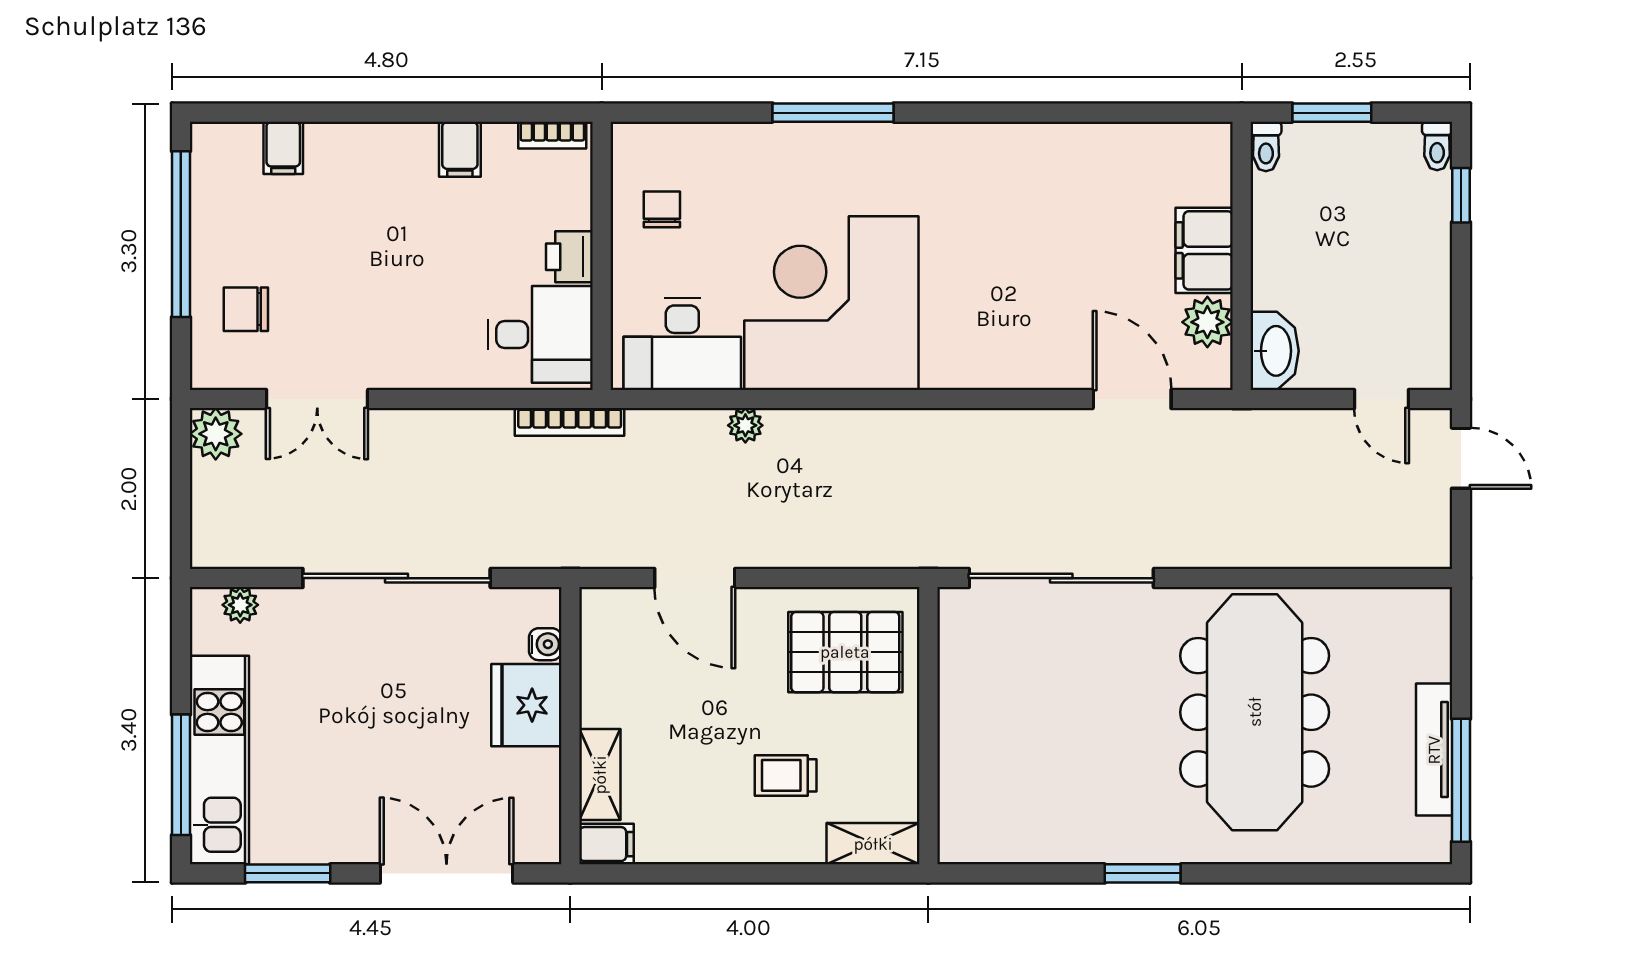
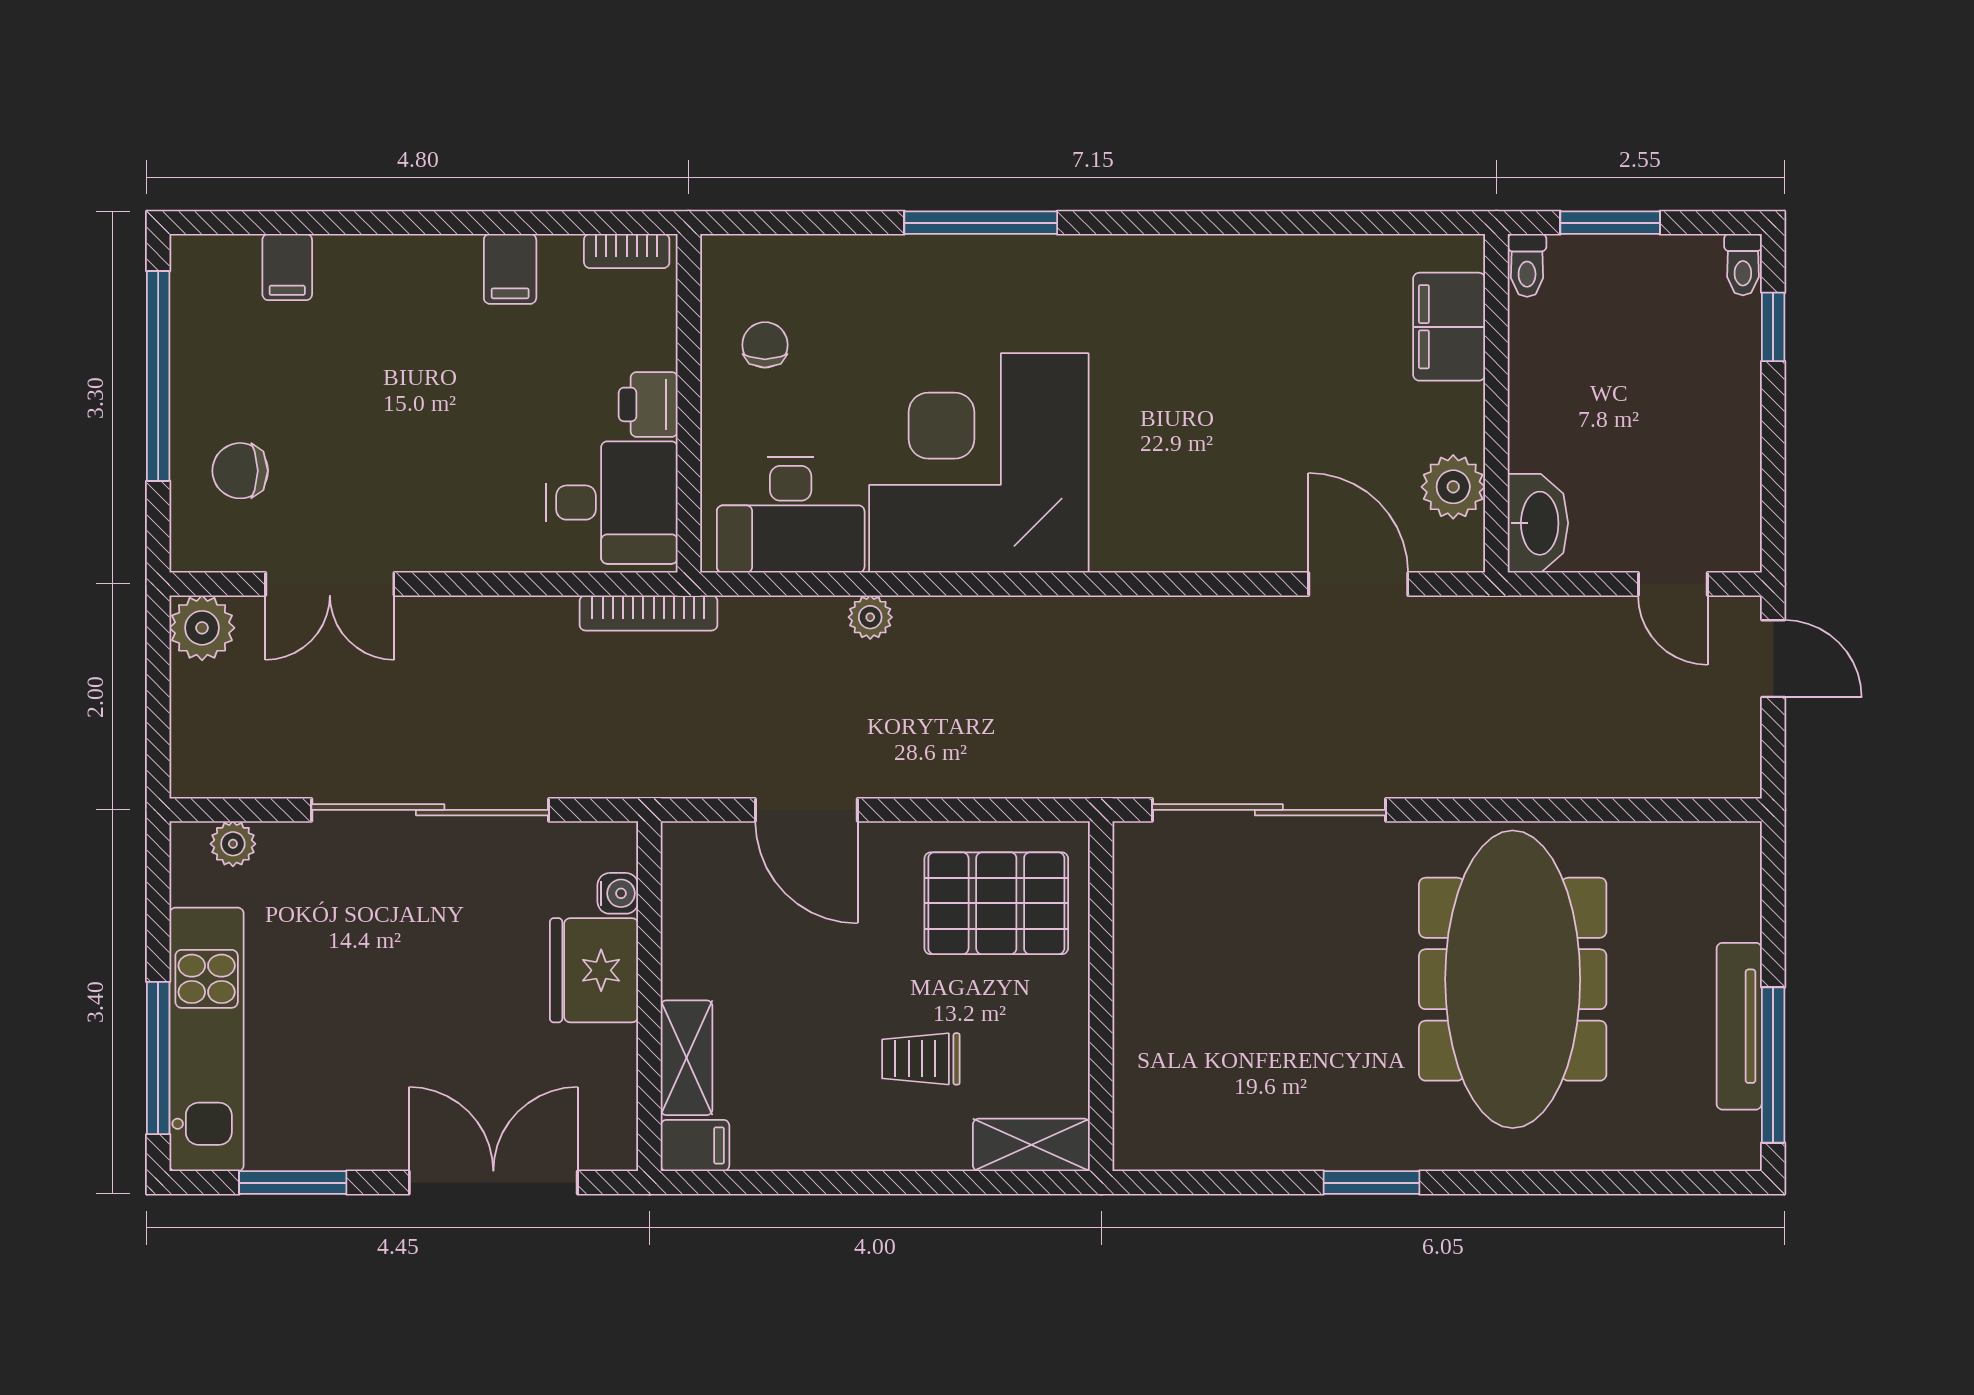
filing cabinet: (1204, 250) -> (1449, 327), moved

